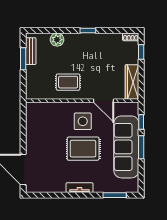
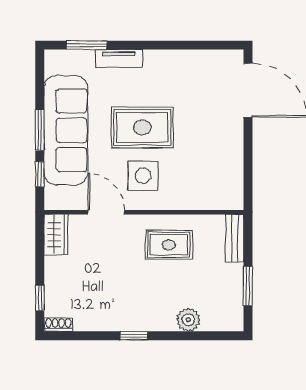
bench: (31, 51) -> (235, 238), moved
wardrobe: (132, 82) -> (56, 235), width x0.67
tv unit: (79, 188) -> (119, 58), moved

